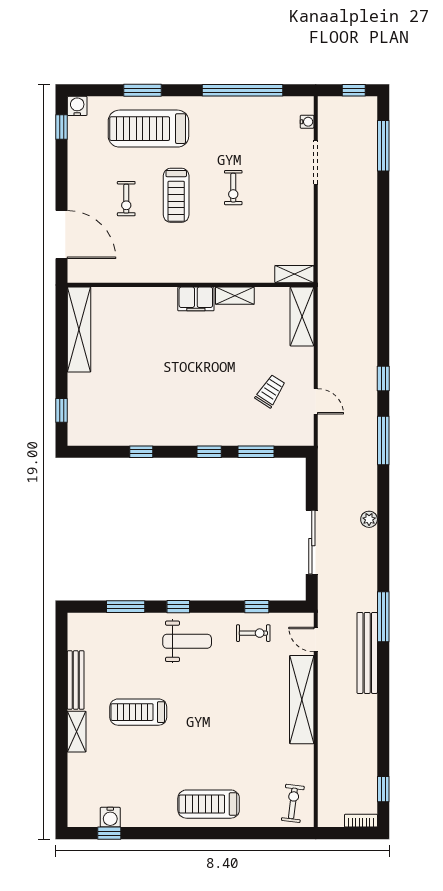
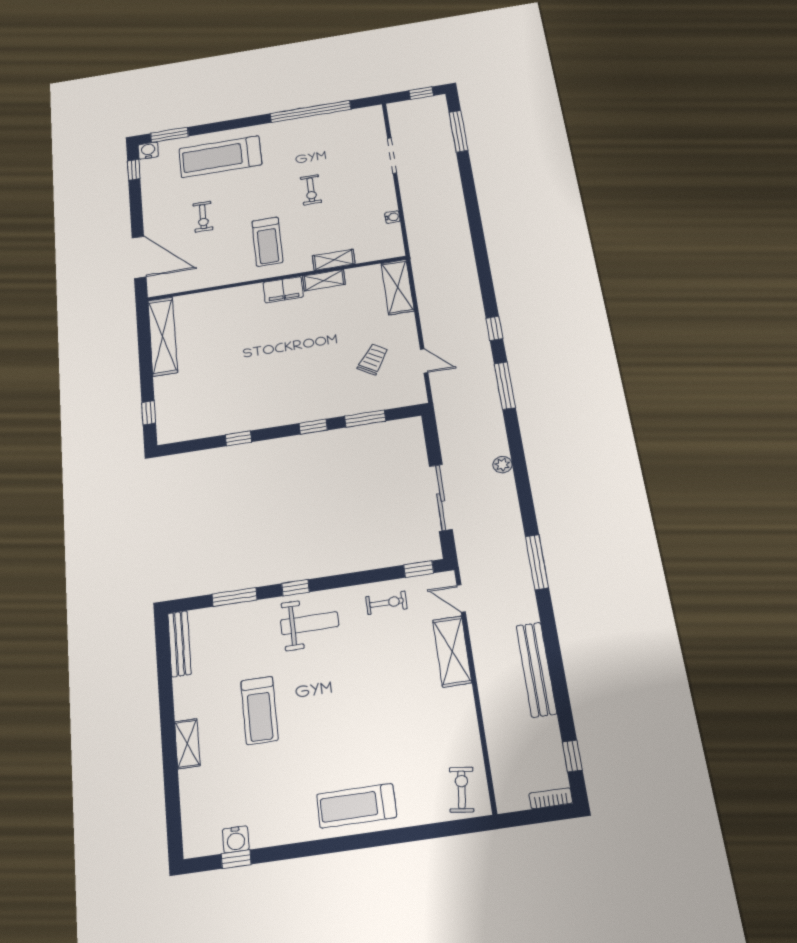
window: (142, 90) -> (170, 135), moved
water cooler: (307, 122) -> (392, 217), moved
treadmill: (176, 195) -> (267, 242), moved
shelving: (294, 274) -> (334, 260), moved
window: (257, 607) -> (419, 569), moved
bench: (367, 653) -> (536, 669), moved
bench: (76, 680) -> (179, 644), moved
shelving: (302, 700) -> (452, 651), width x0.68
treadmill: (138, 712) -> (259, 710), turned -90

